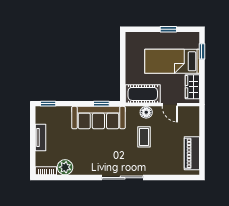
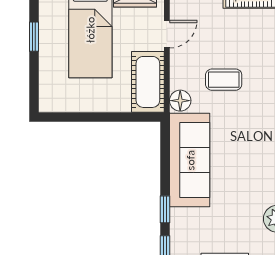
window: (101, 104) -> (165, 209), moved
floor lamp: (146, 112) -> (180, 101), moved

